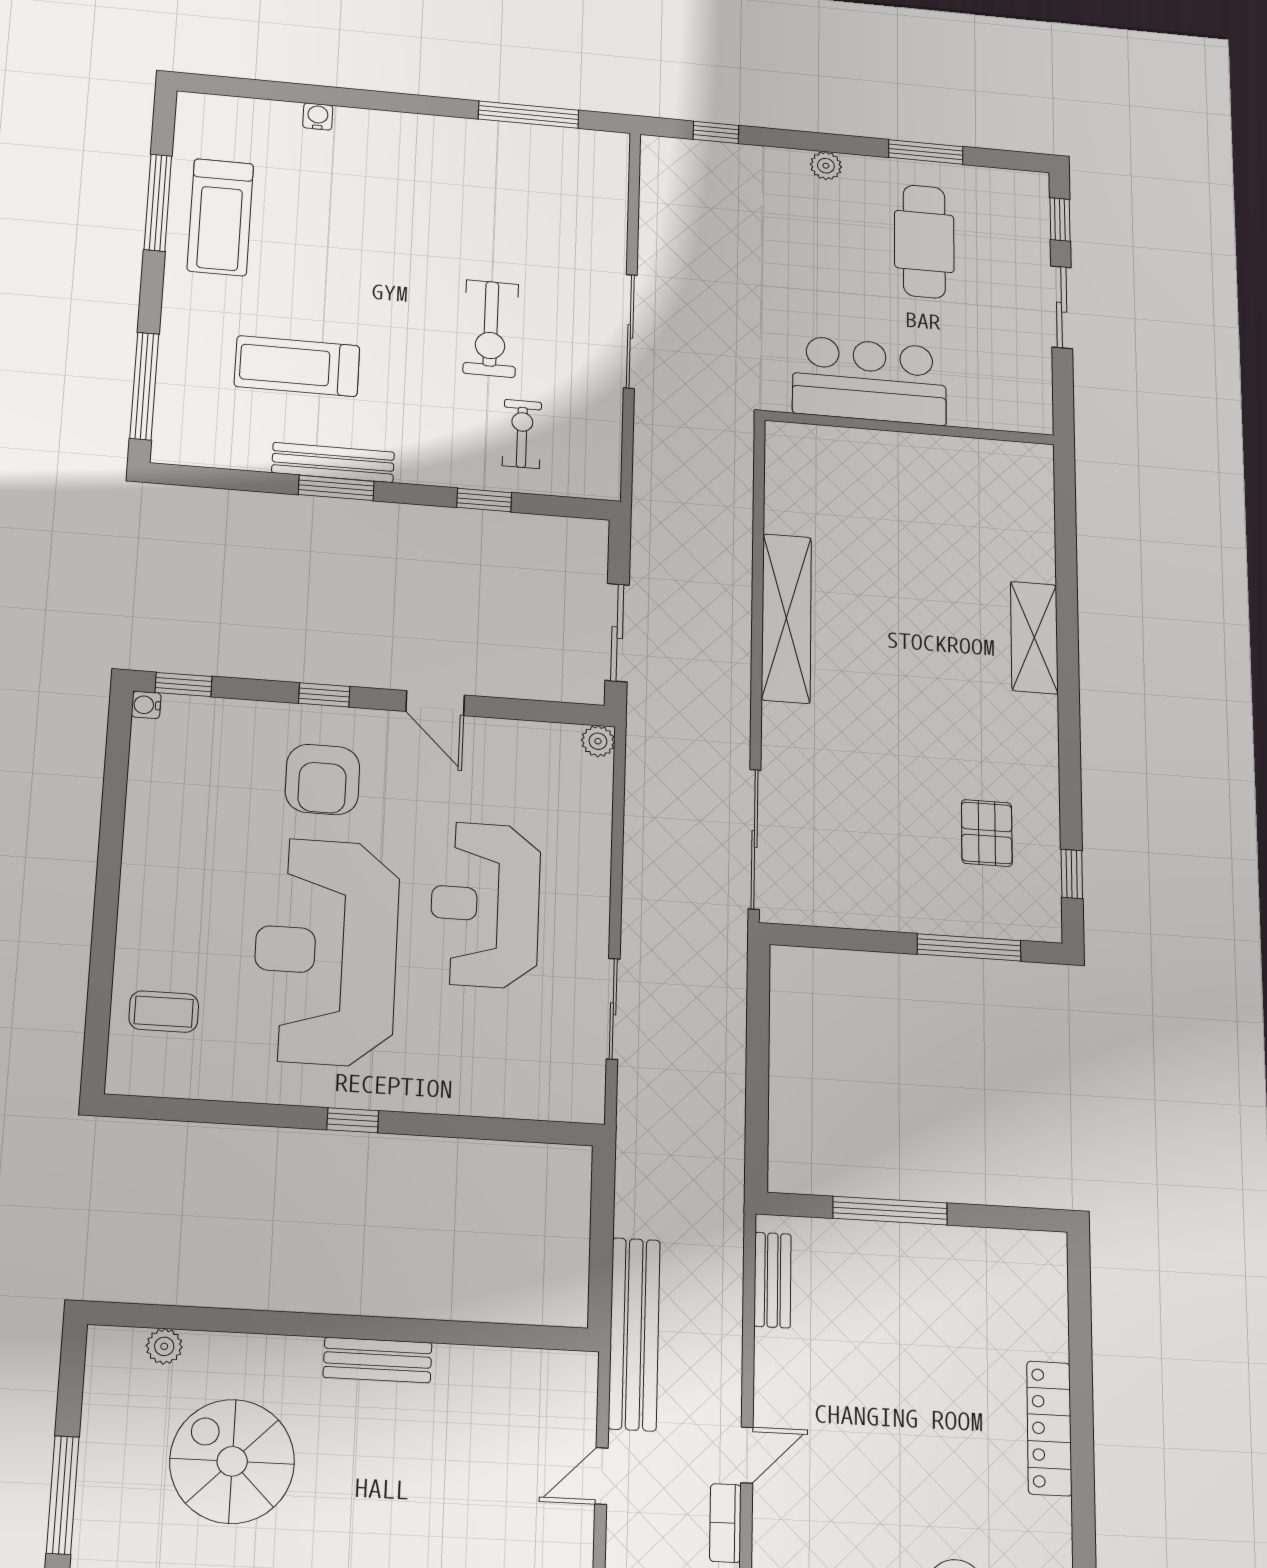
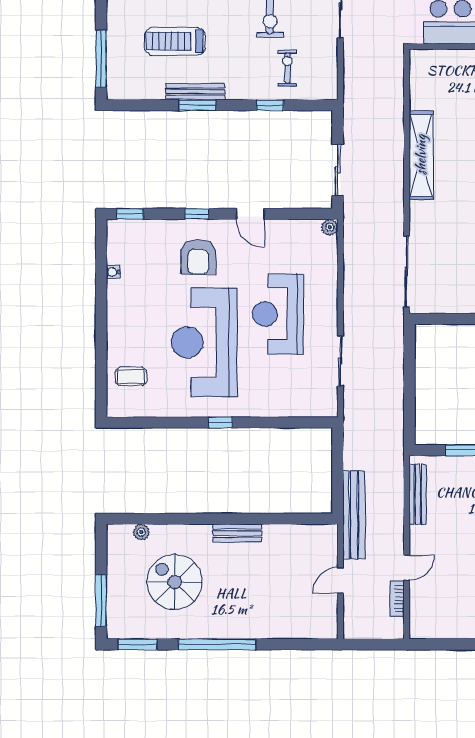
water cooler: (146, 705) -> (113, 272), moved
bench: (773, 1280) -> (418, 494), width x1.36

